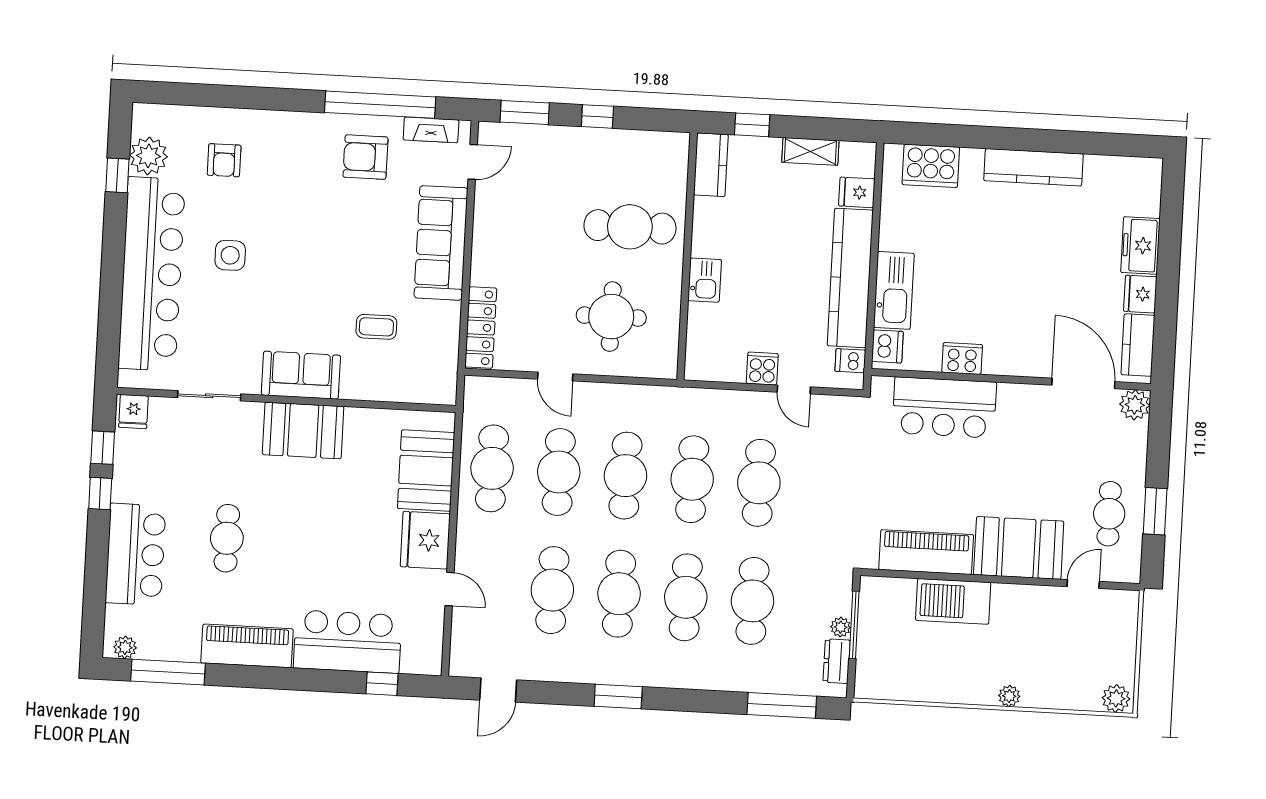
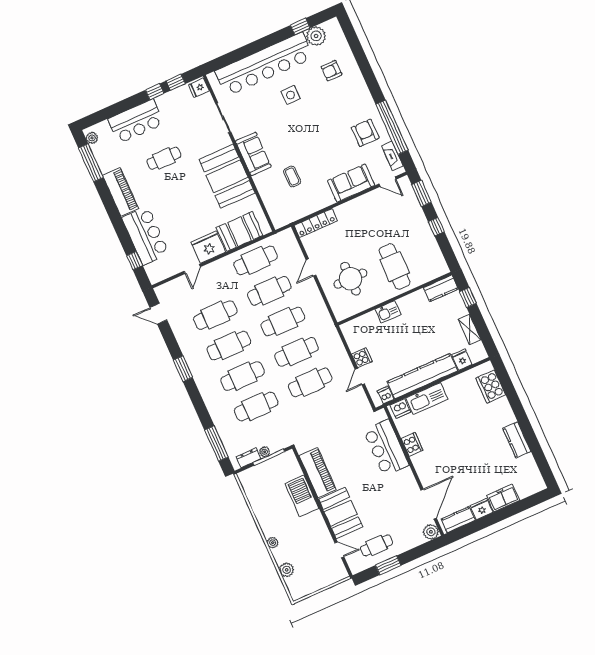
kitchen counter: (1033, 167) -> (517, 440), width x0.67
sofa: (441, 243) -> (351, 183), width x0.73
booth: (303, 431) -> (227, 176), width x1.36, depth x1.42
plant: (1116, 698) -> (287, 570), moved

